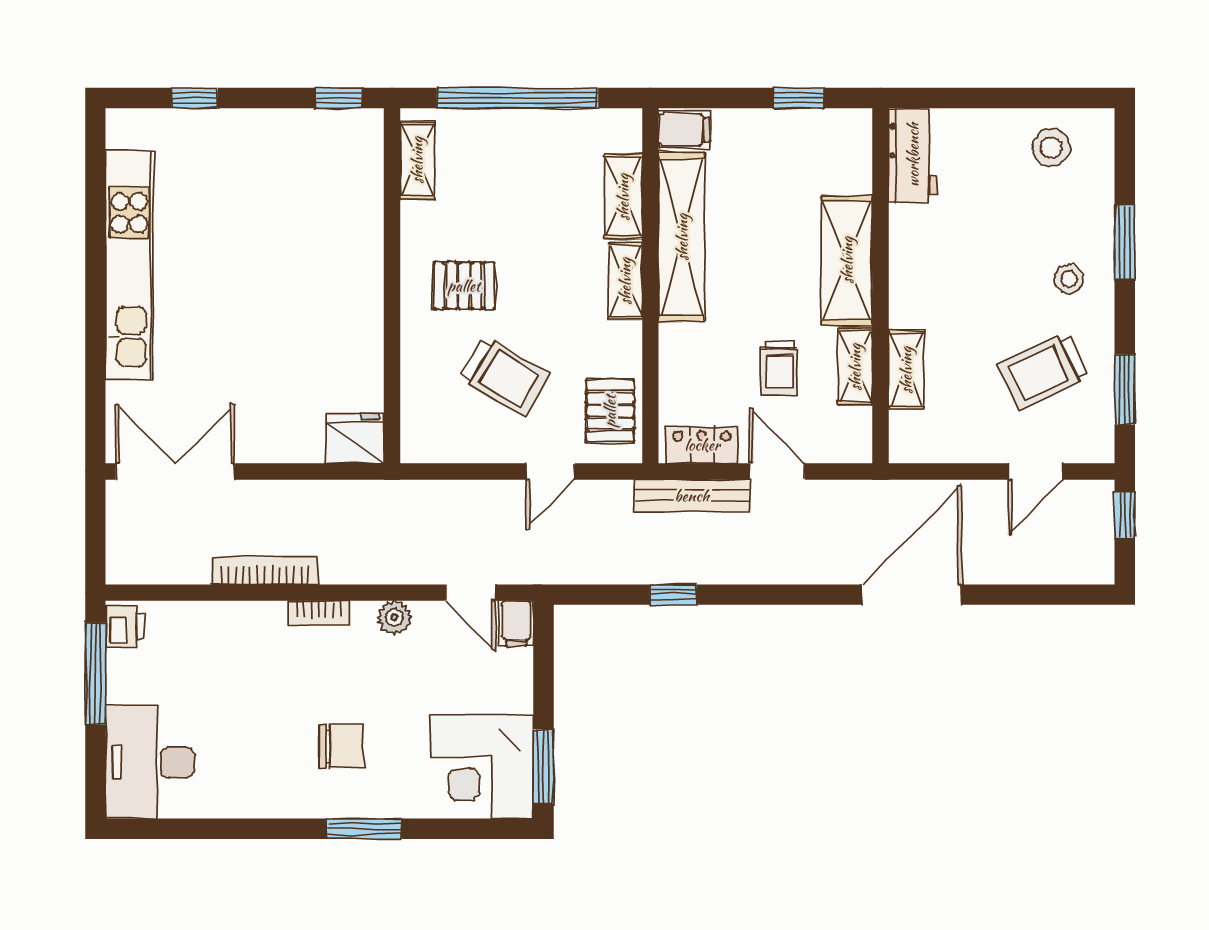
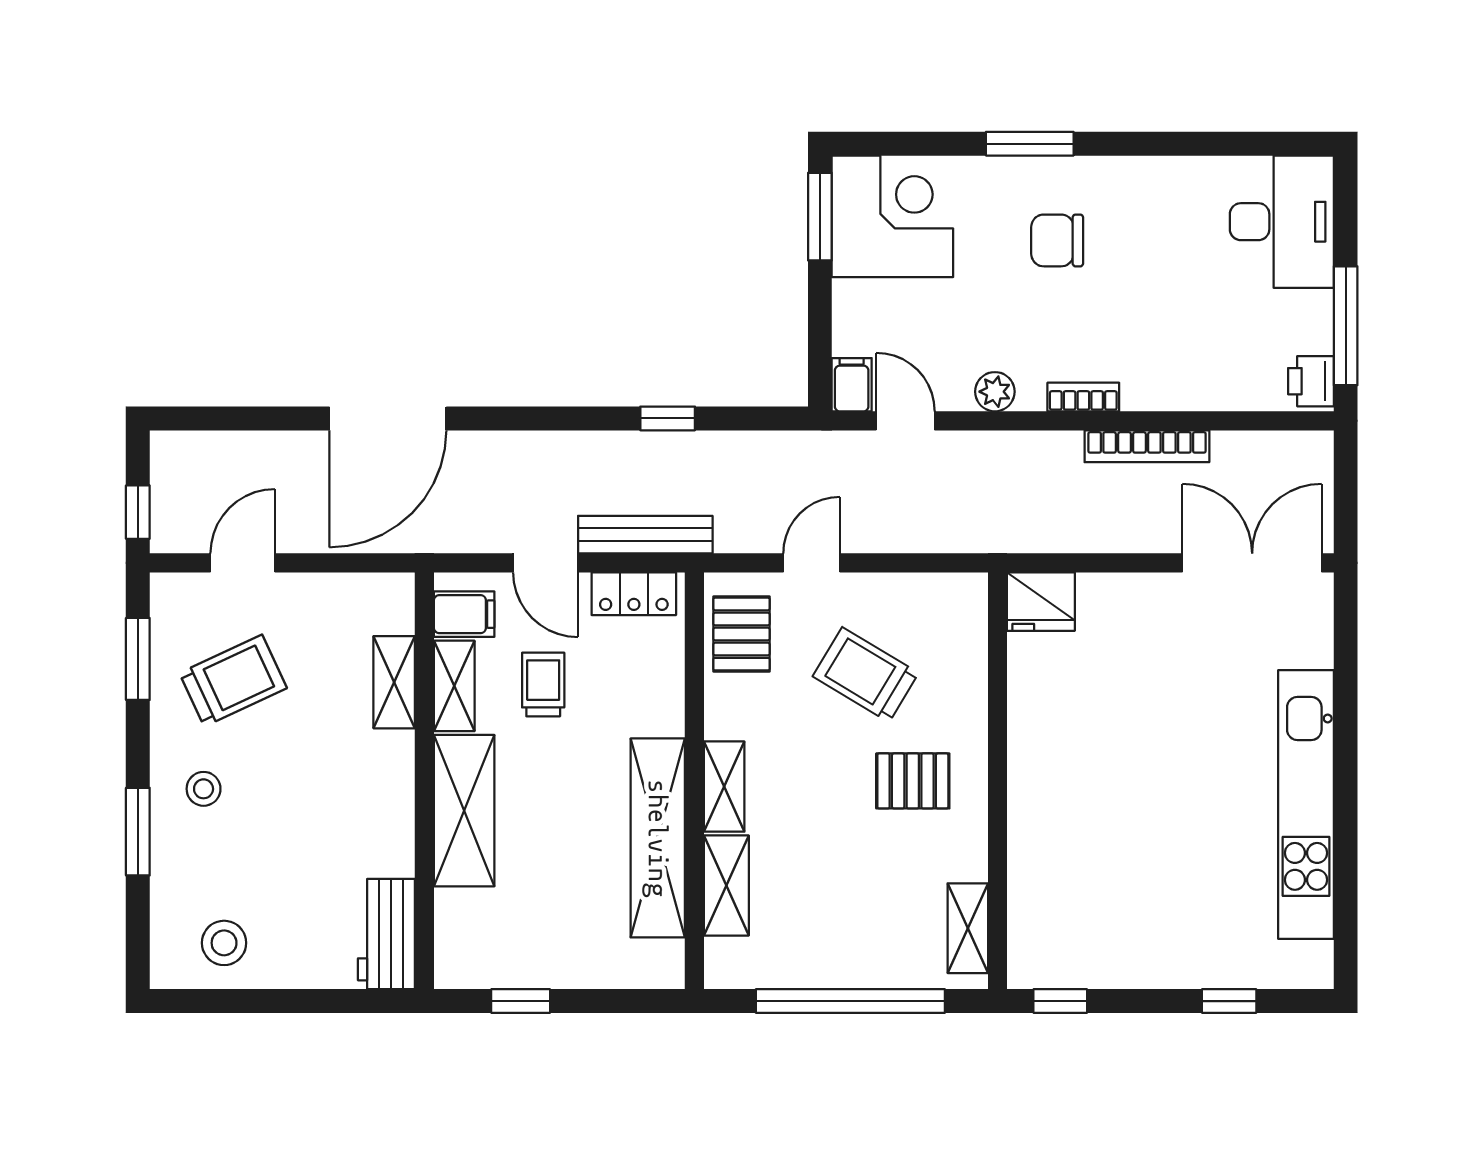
filing cabinet: (684, 130) -> (464, 614), moved, turned 180
double door: (175, 471) -> (1252, 563), swing flipped

